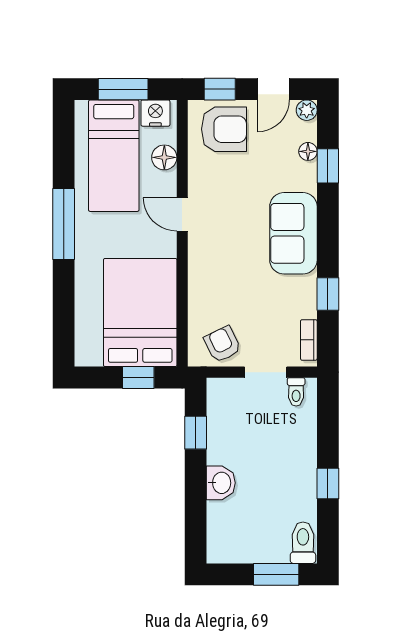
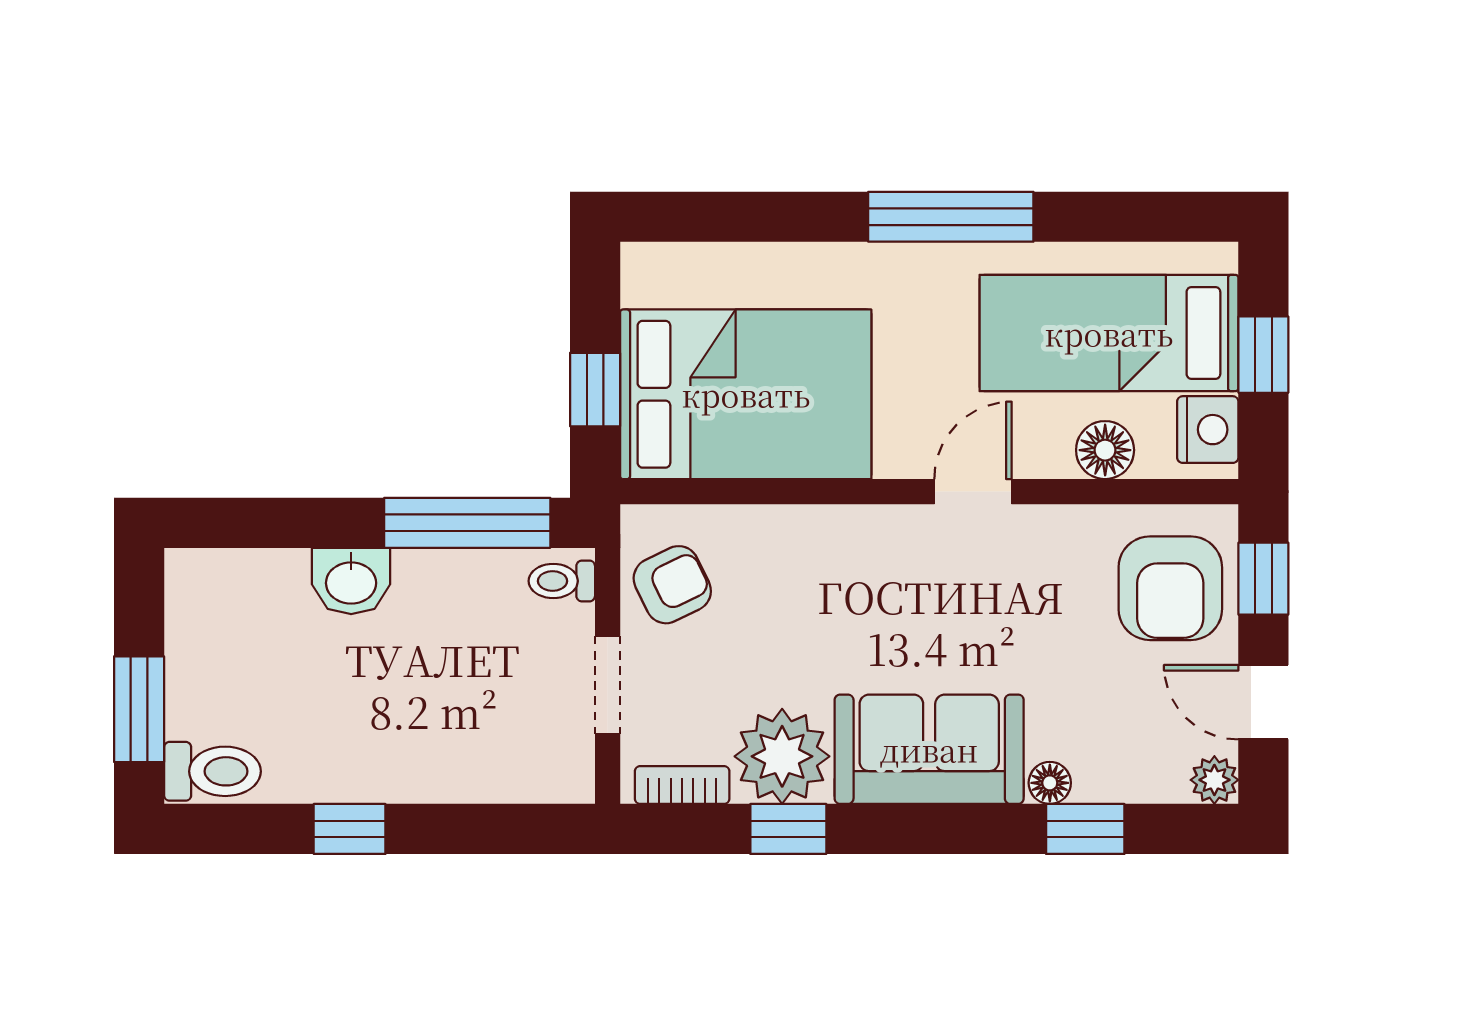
window: (123, 89) -> (1263, 355), width x0.67
floor lamp: (308, 151) -> (1050, 783), moved
plant: (296, 297) -> (782, 756), added
toilet: (296, 392) -> (562, 581), moved
window: (196, 433) -> (467, 523), width x2.17

